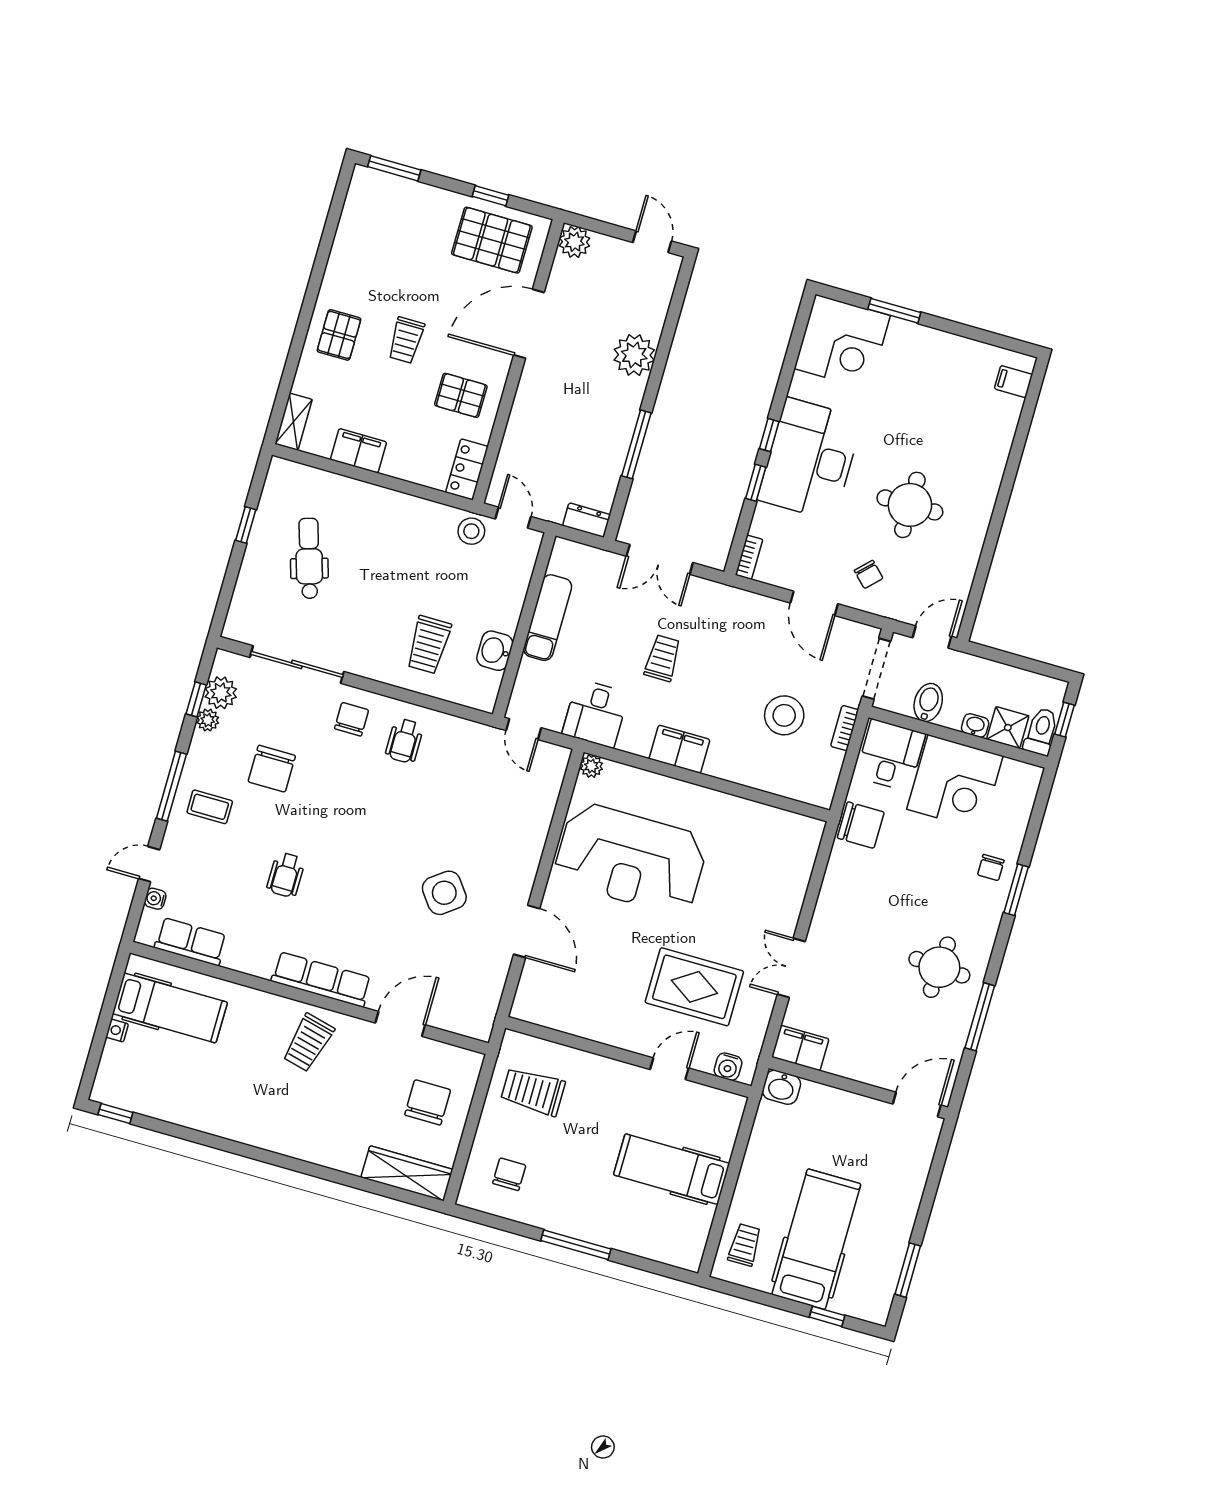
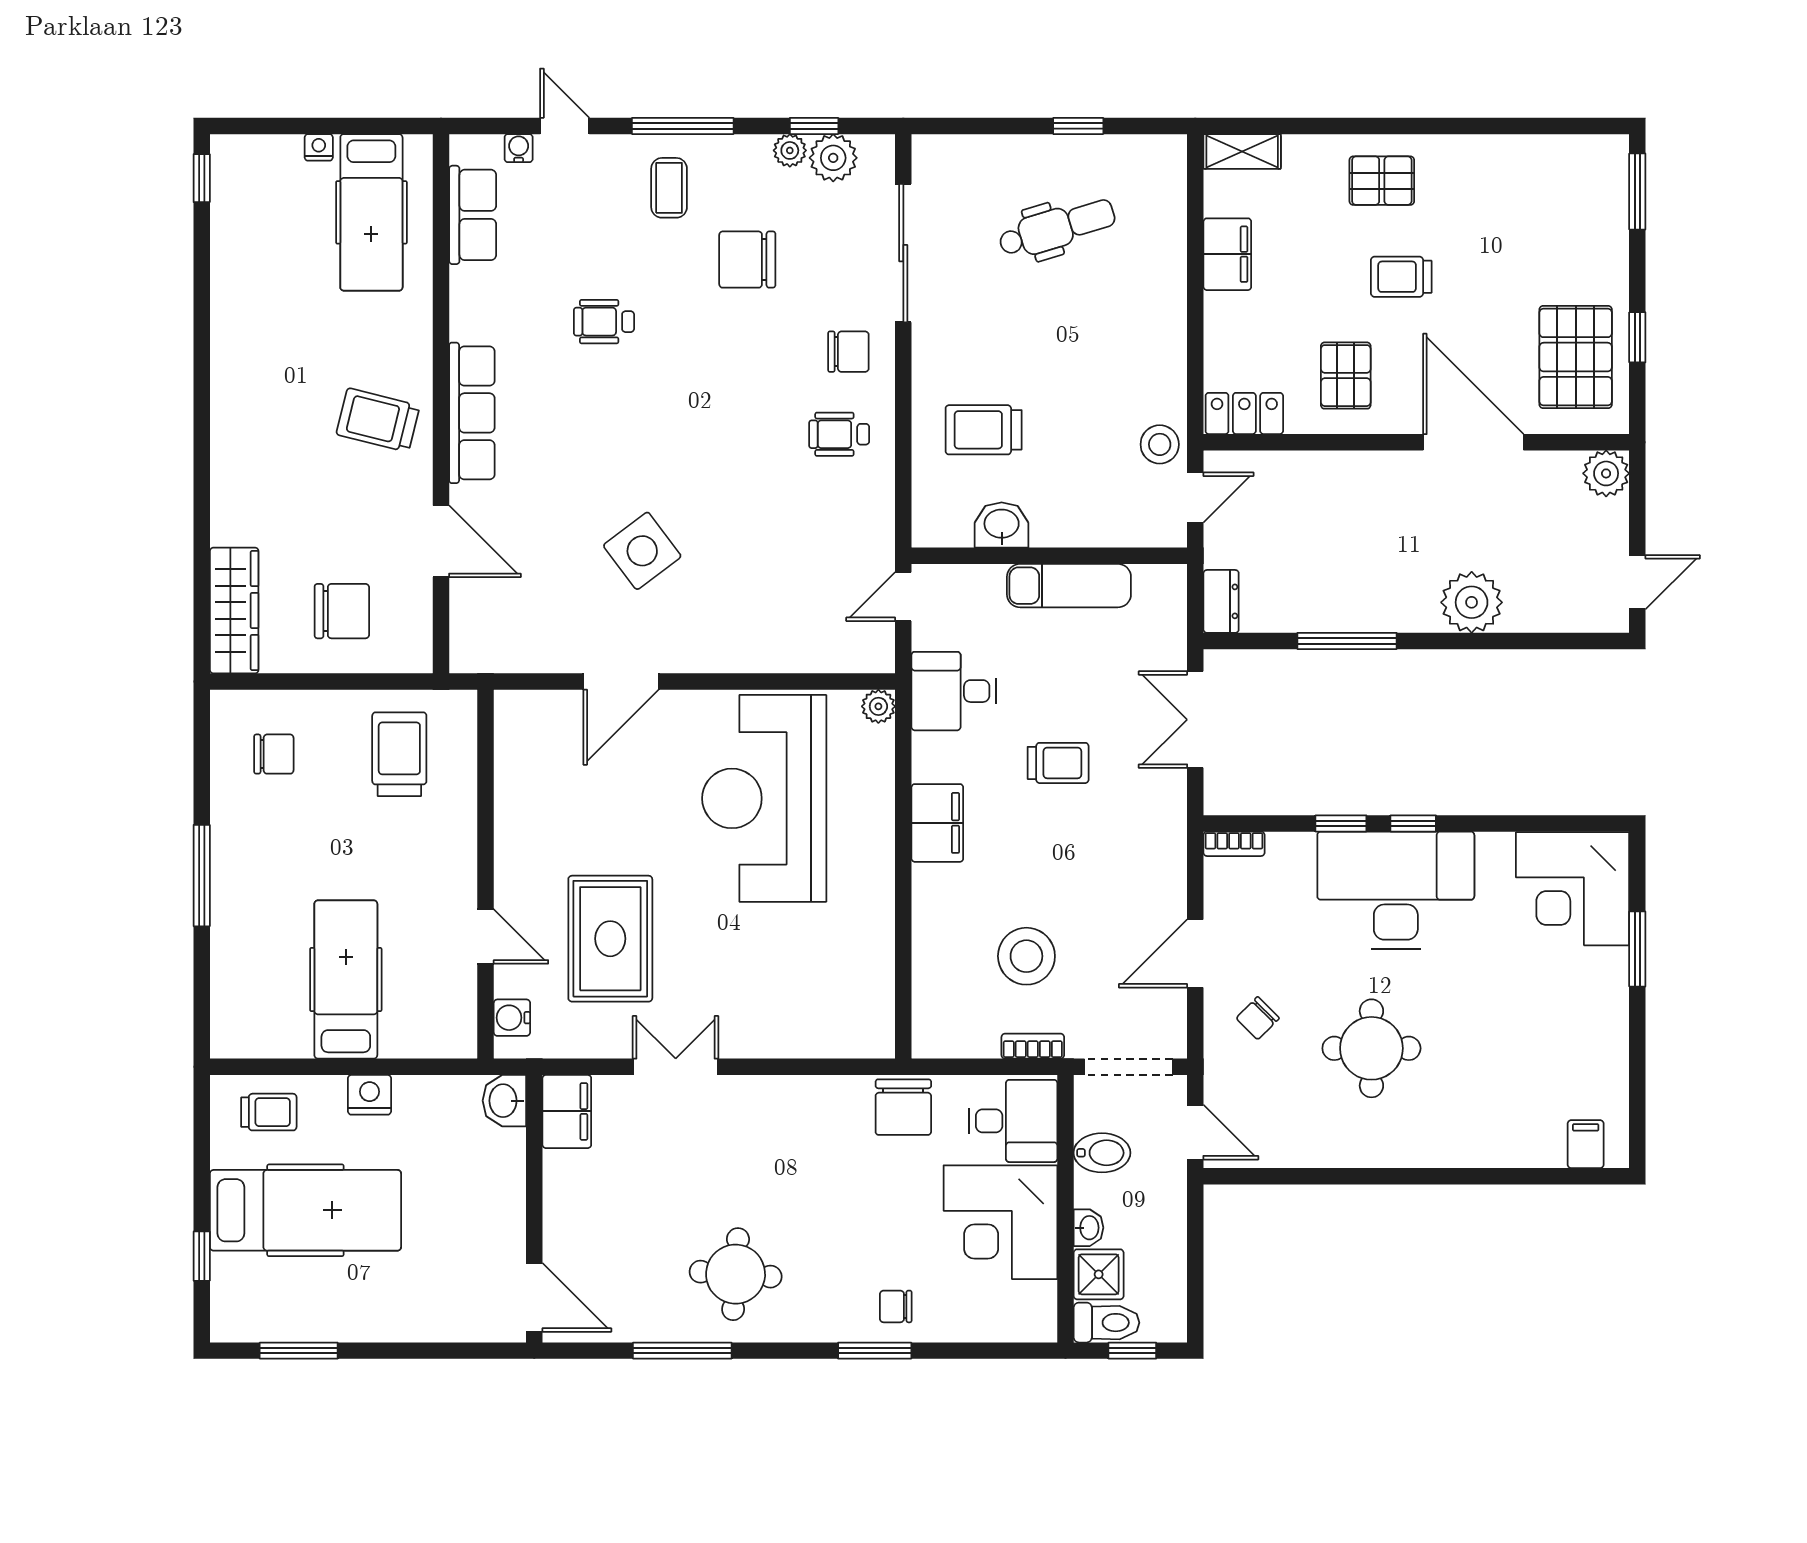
nightstand: (752, 1175) -> (370, 1095), added

